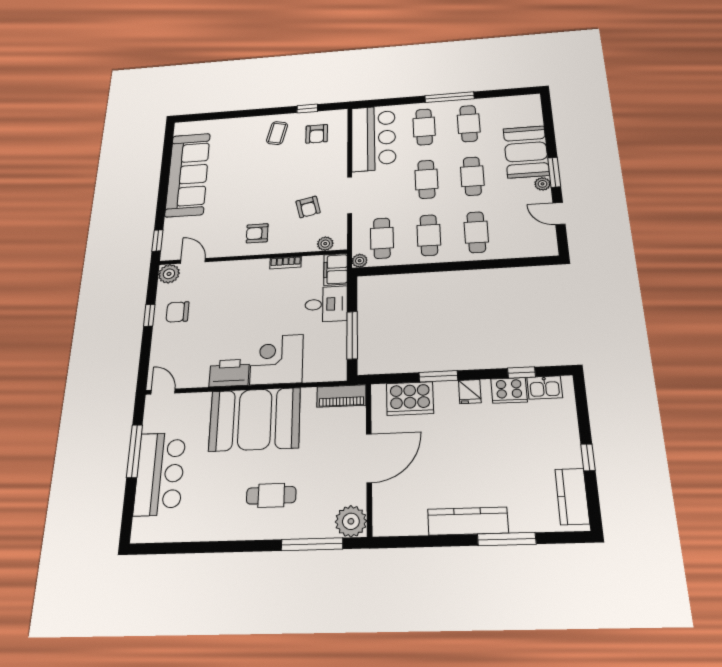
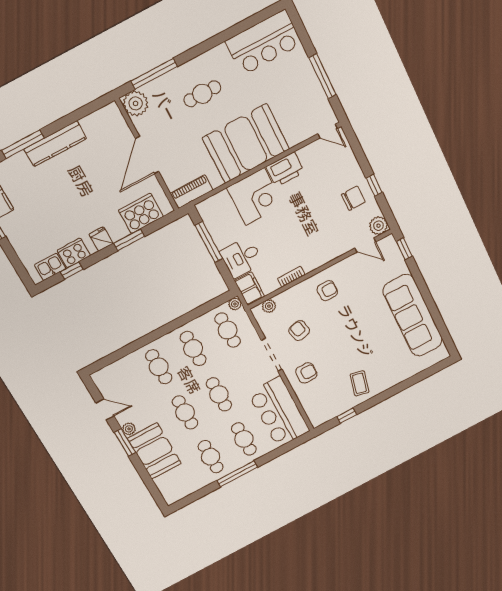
armchair: (317, 134) -> (306, 373), moved, turned 90
bar counter: (160, 474) -> (264, 43), moved, turned -90

